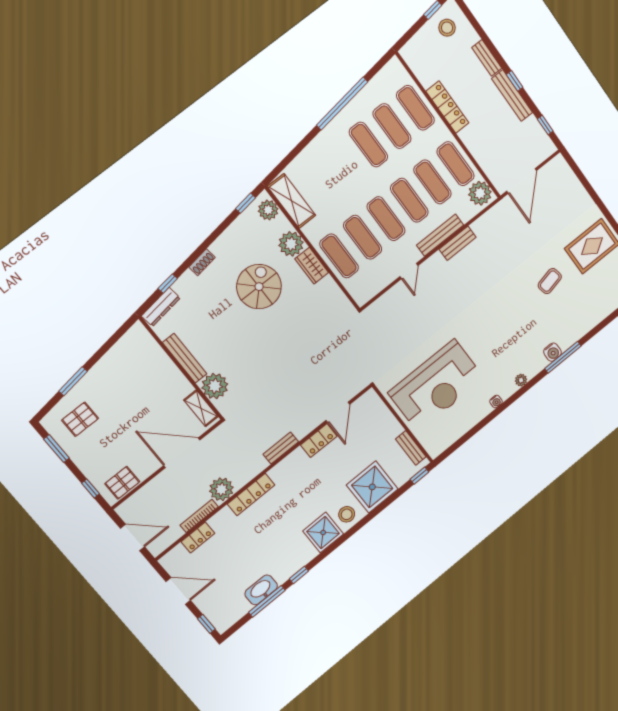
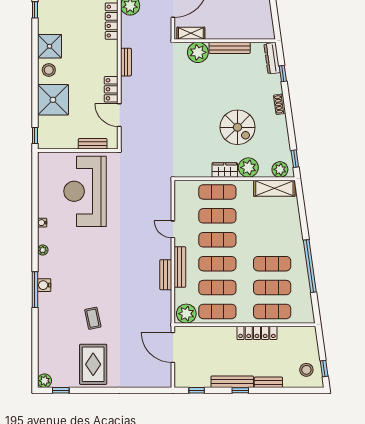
bench: (411, 448) -> (93, 144), moved

